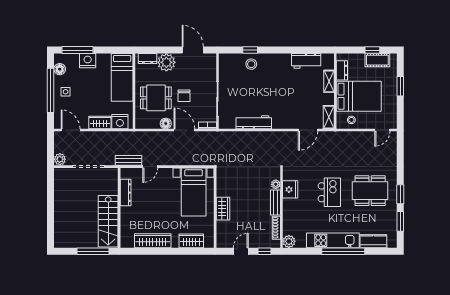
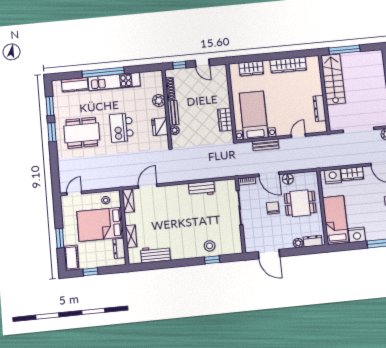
cot: (377, 60) -> (71, 258), moved, turned 90
nightstand: (88, 61) -> (357, 235), moved
plant: (166, 62) -> (298, 243), width x0.53, depth x0.53
workbench: (254, 122) -> (202, 189), width x0.73
bench: (129, 160) -> (266, 145), moved
wardrobe: (223, 209) -> (225, 120), moved
plant: (289, 241) -> (159, 101), moved
door: (241, 251) -> (202, 63), hinge flipped

